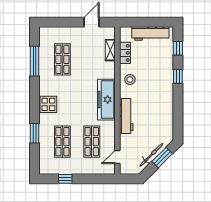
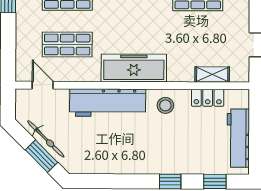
workbench: (126, 116) -> (108, 103), width x1.36, depth x1.32

